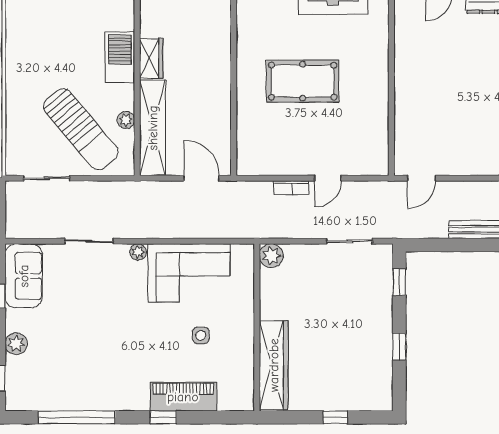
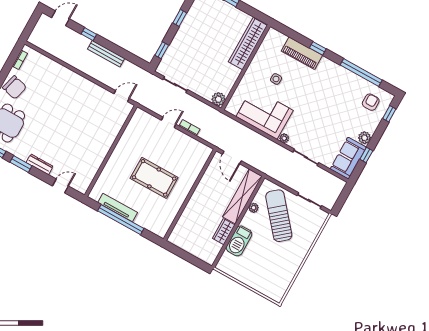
plant: (16, 344) -> (365, 138), moved
armchair: (37, 380) -> (371, 102), added

